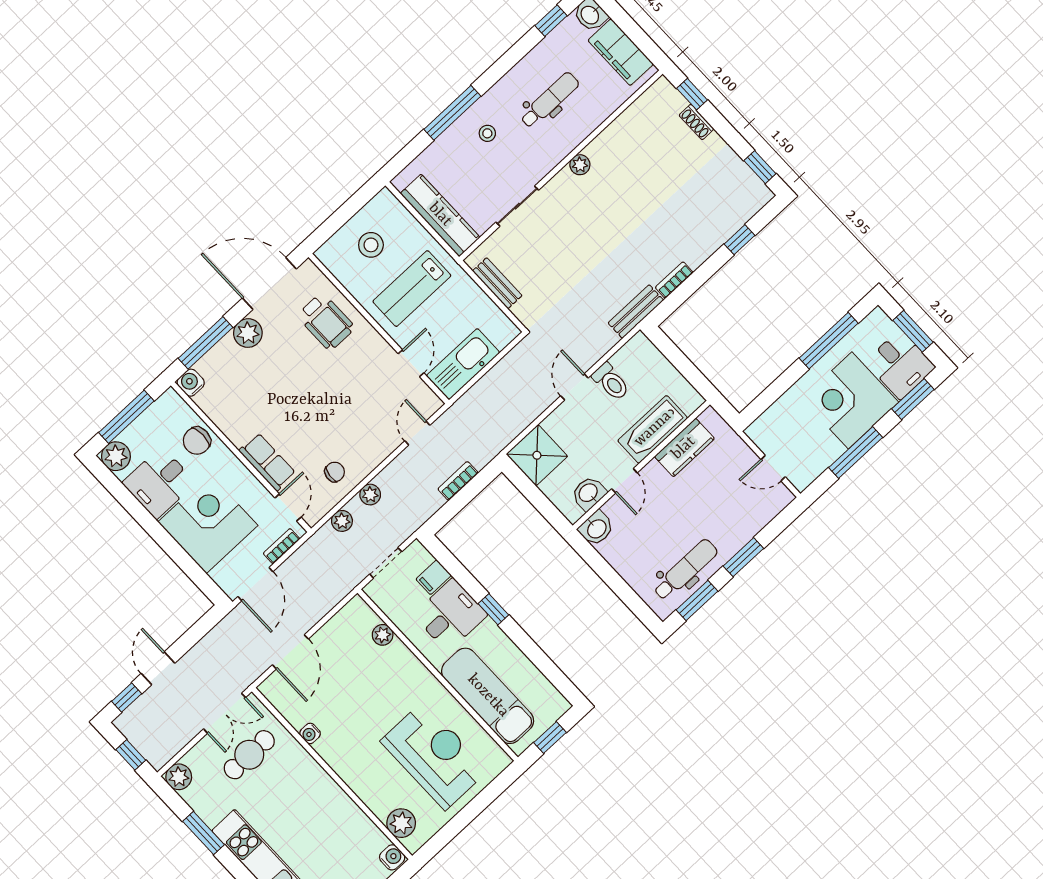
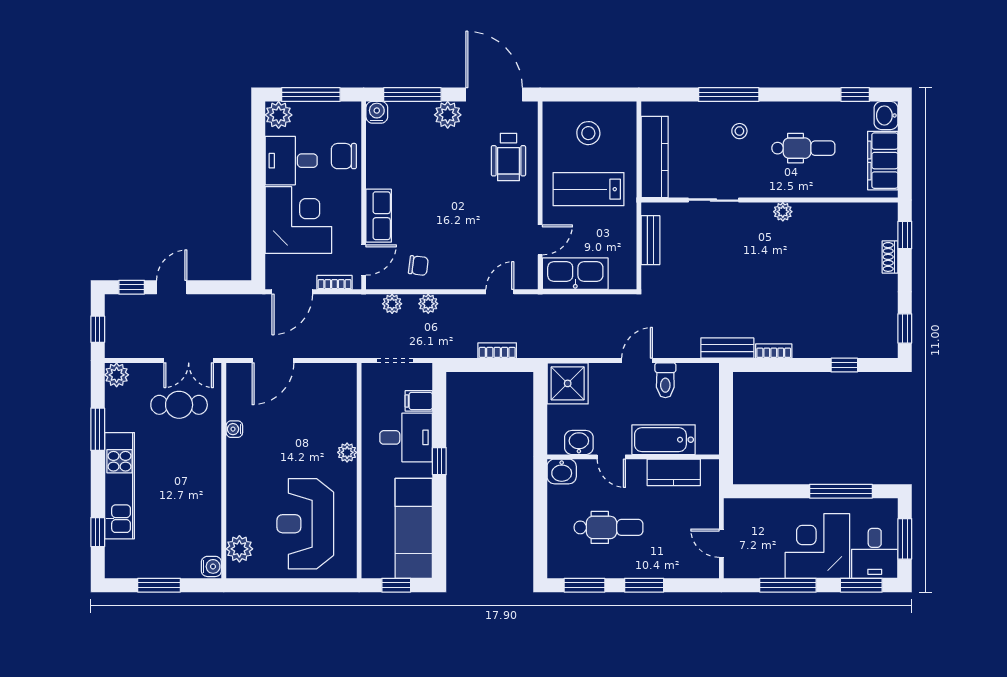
door: (624, 481) -> (611, 457), hinge flipped
dental chair: (685, 570) -> (608, 527), moved
plant: (383, 635) -> (347, 452), moved
exam couch: (488, 696) -> (414, 528), moved, turned 180
reception desk: (434, 756) -> (305, 524), turned 180

